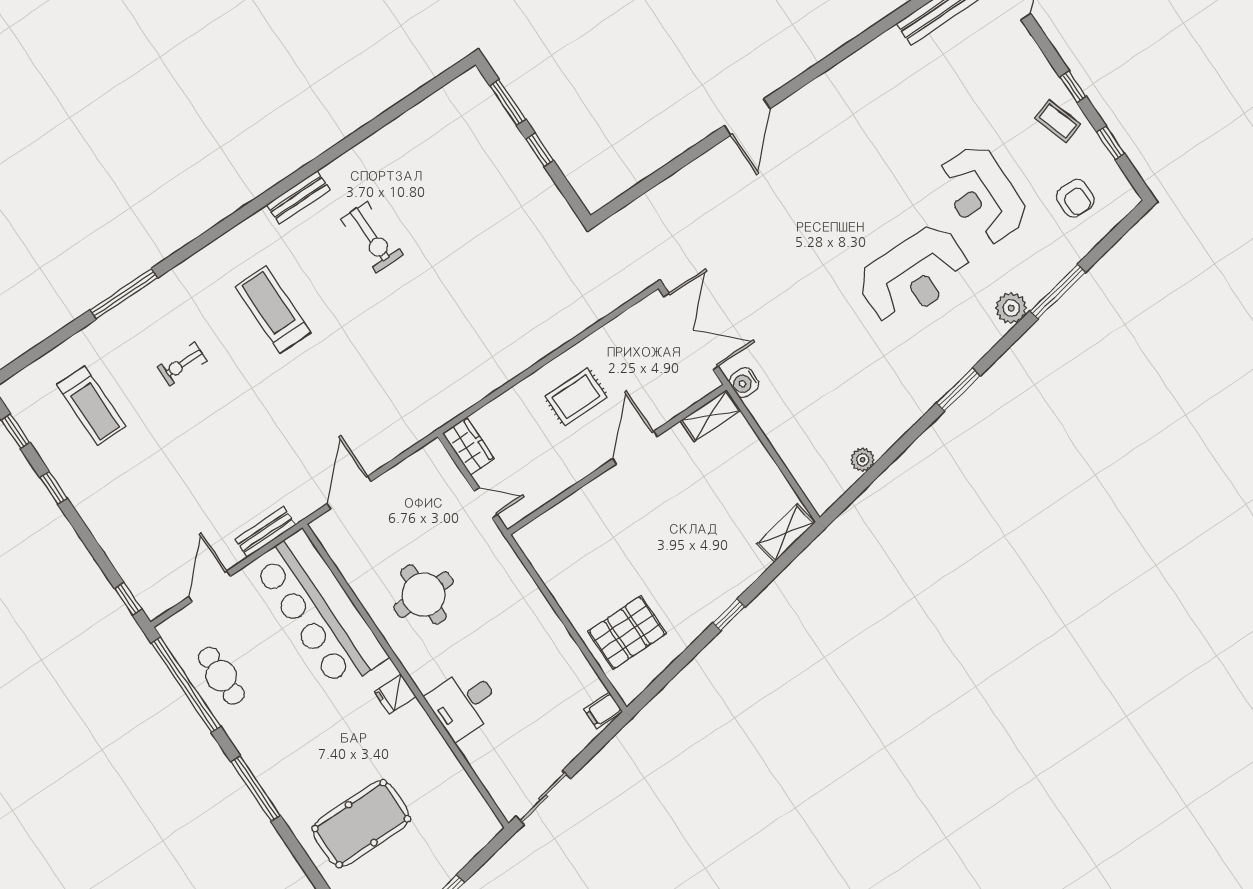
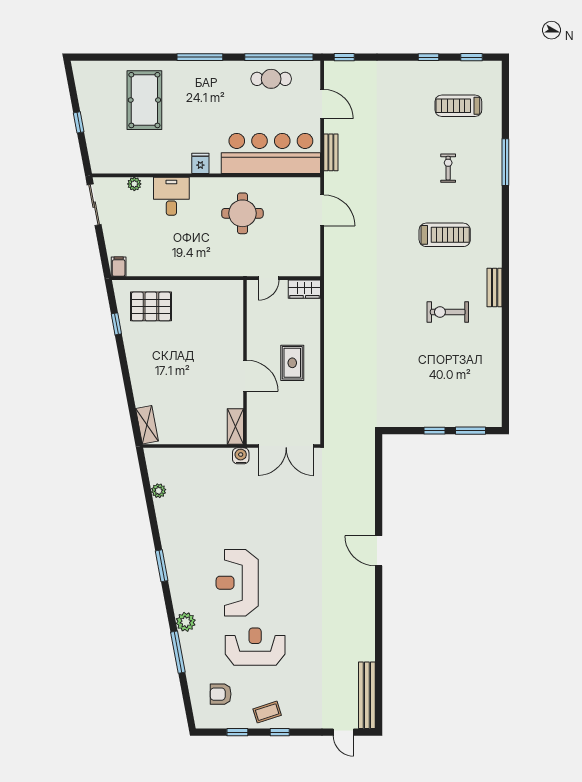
window: (729, 615) -> (116, 324), moved
pallet: (627, 633) -> (151, 306), turned 90
plant: (480, 763) -> (134, 184), added

